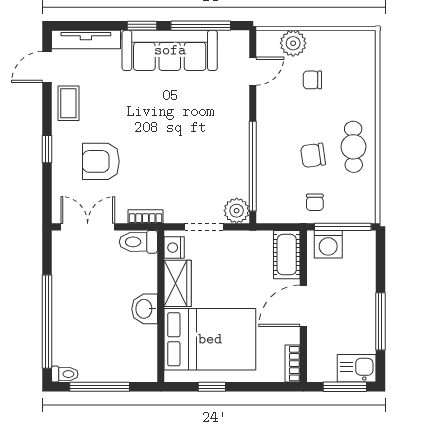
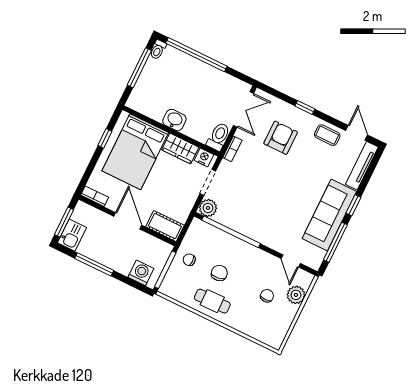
washing machine: (328, 244) -> (141, 273), moved, turned 90

